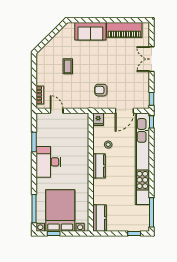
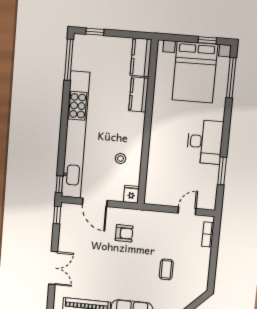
door: (57, 111) -> (187, 211), swing flipped
door: (124, 111) -> (95, 202), swing flipped
kitchen counter: (99, 166) -> (139, 95), moved

